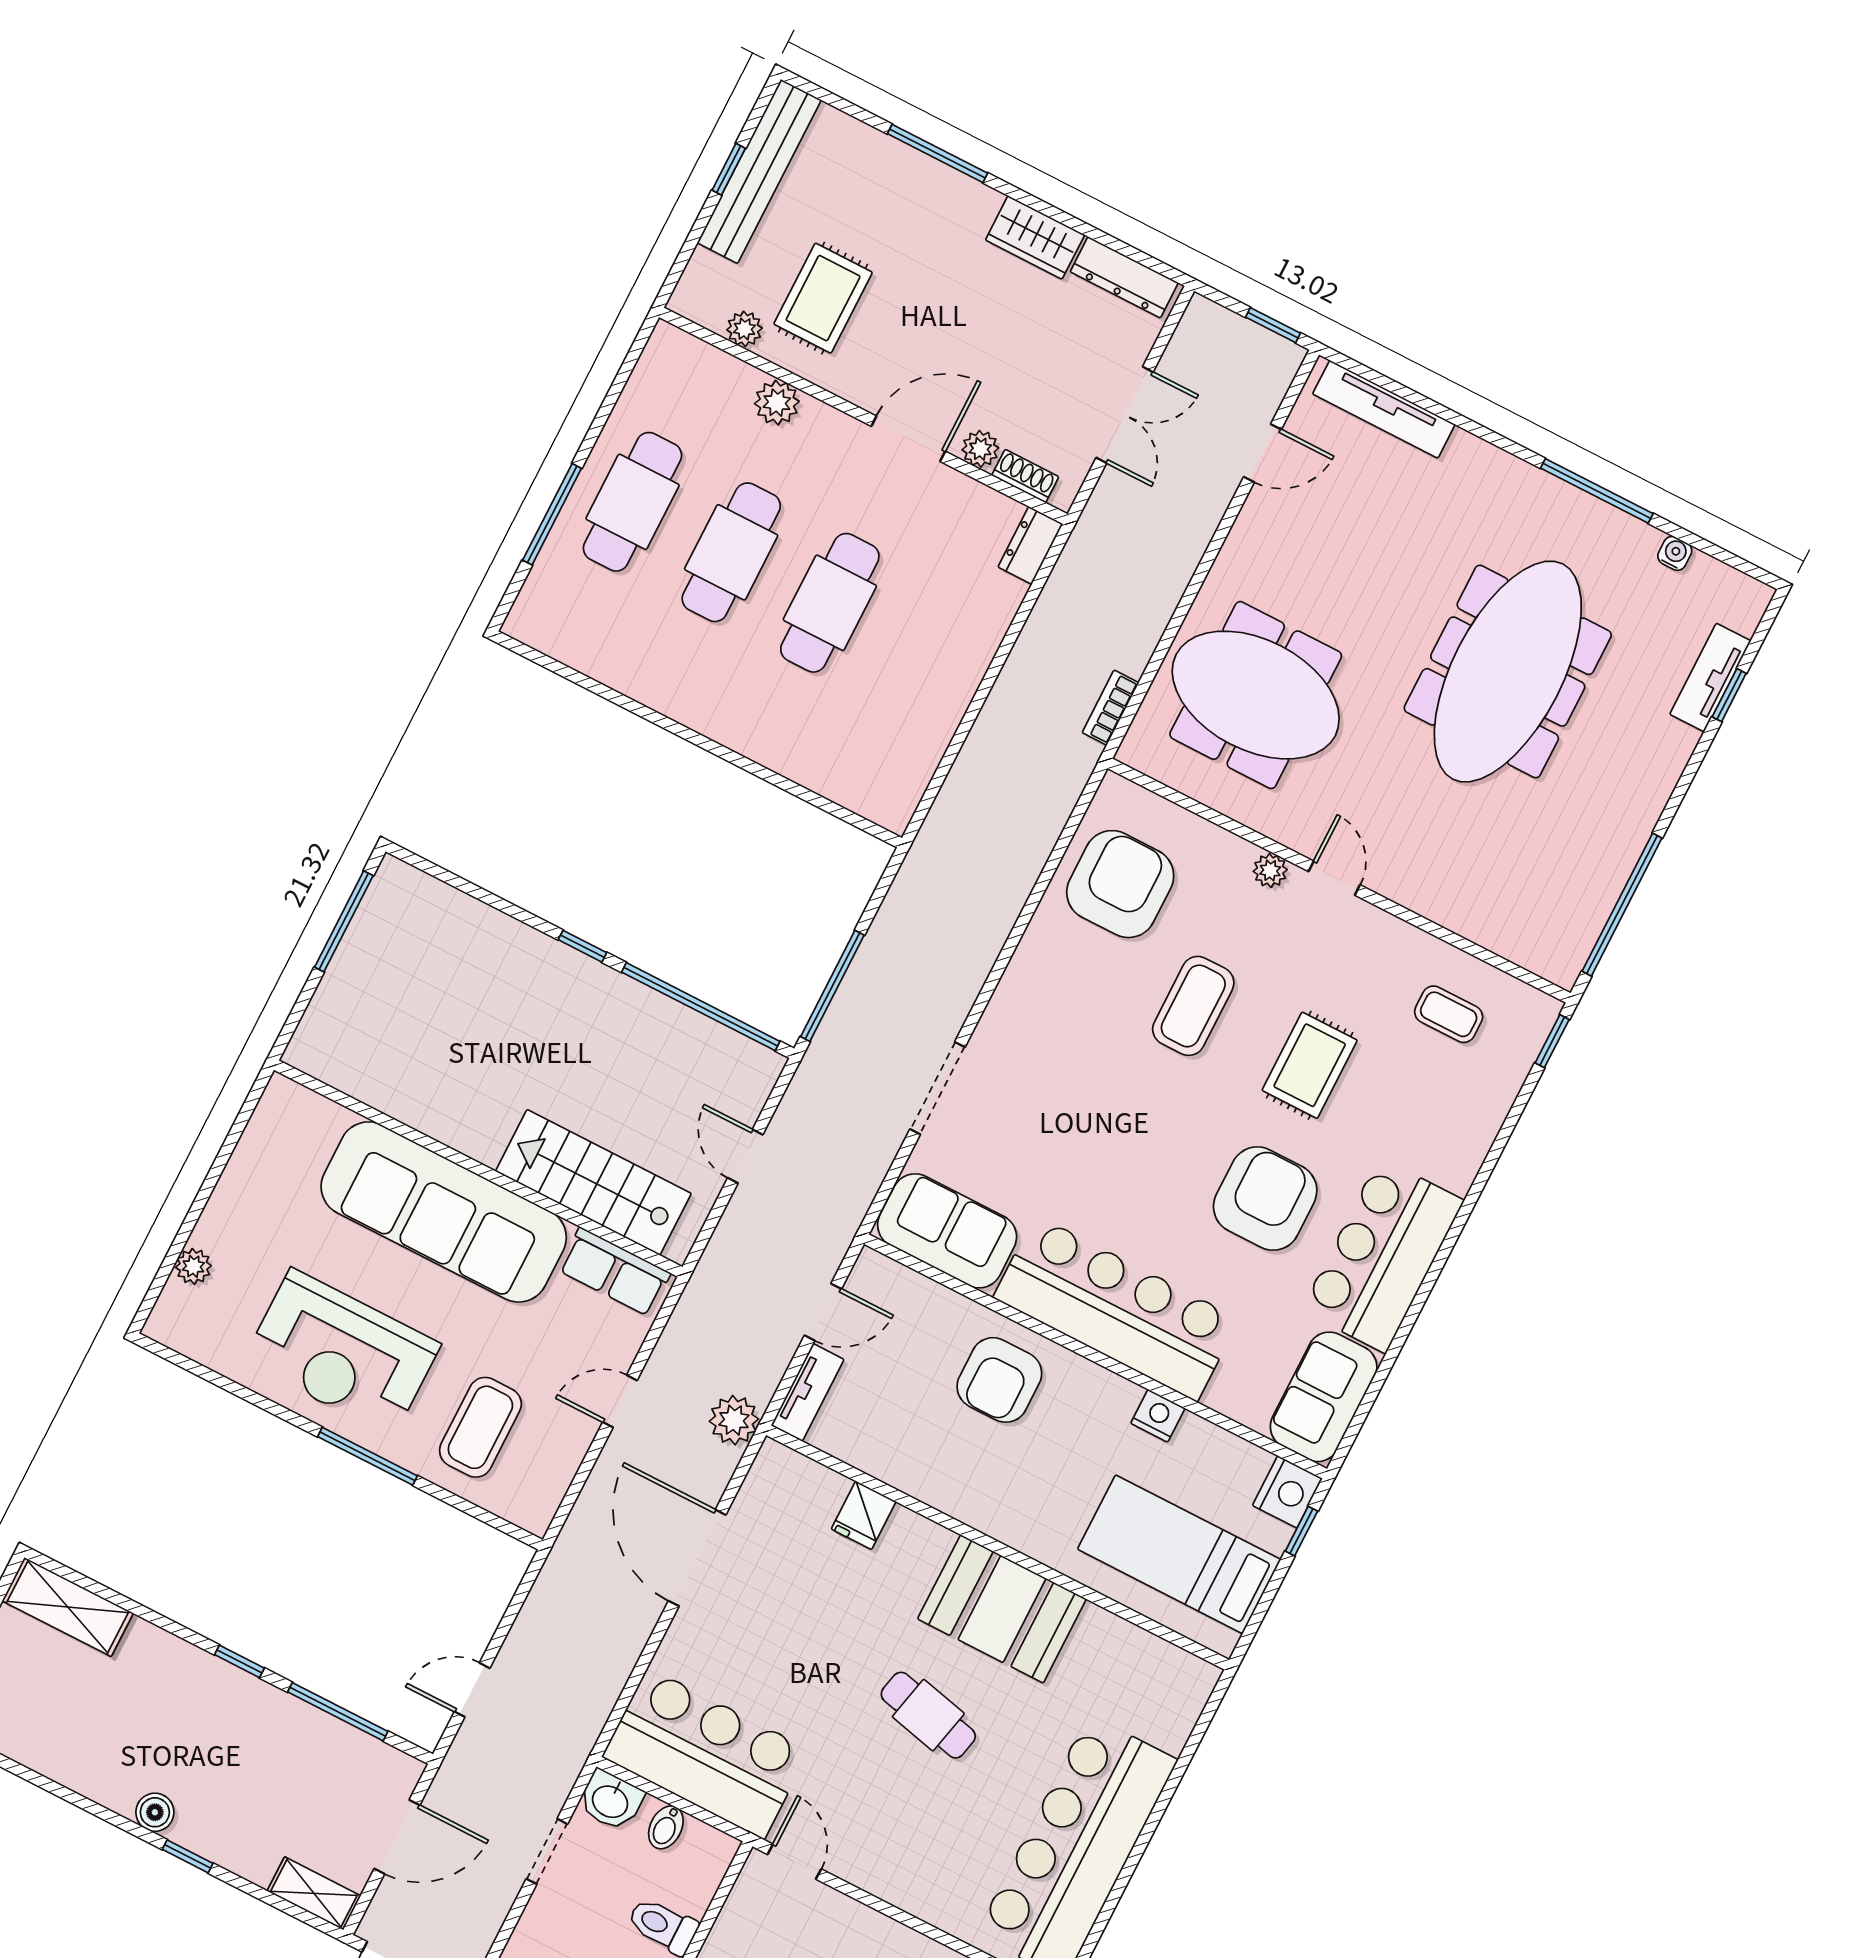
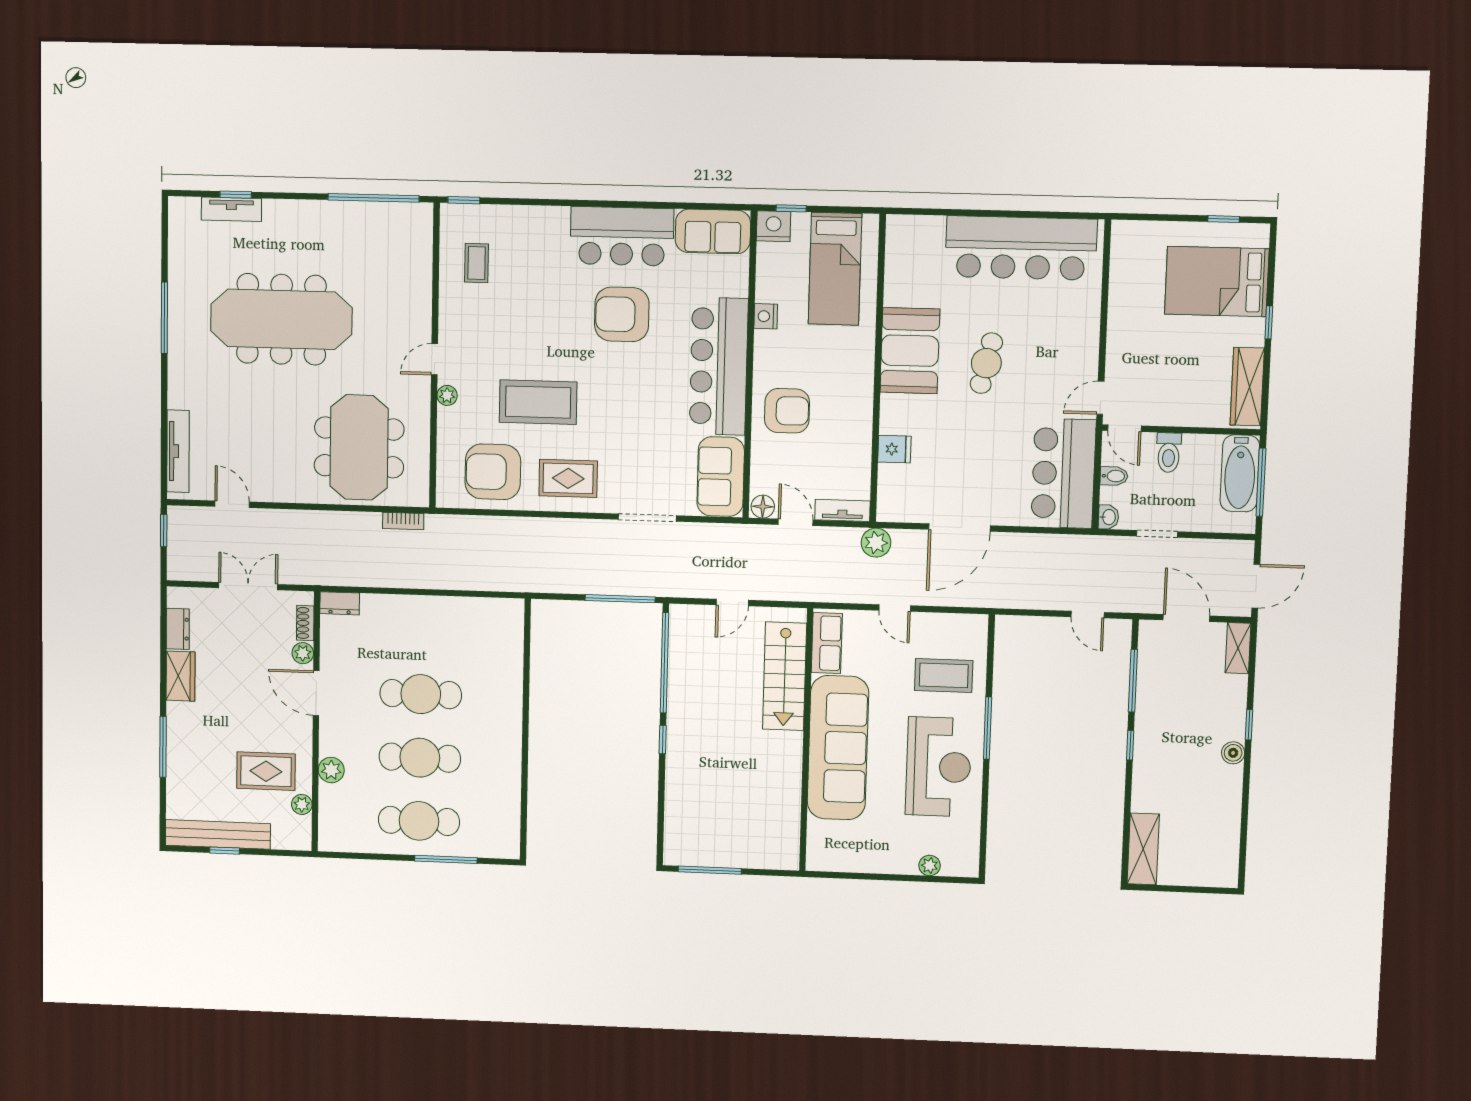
dresser: (1124, 277) -> (178, 629), width x0.70
water cooler: (1675, 553) -> (176, 260), removed
coffee table: (1193, 1006) -> (538, 402), width x1.36, depth x1.32
rug: (1310, 1065) -> (568, 478), moved
floor lamp: (871, 1273) -> (763, 507), added
washbasin: (611, 1800) -> (1108, 517), width x0.72, depth x0.69
door: (731, 1876) -> (1124, 428), added

